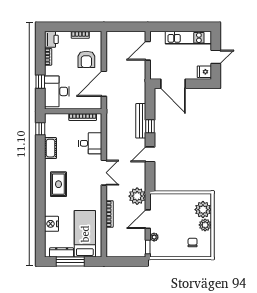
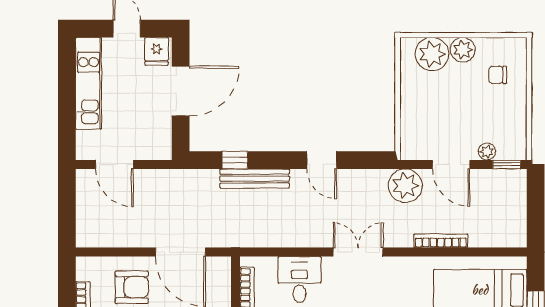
door: (173, 84) -> (181, 91), moved
window: (150, 126) -> (235, 160), moved

